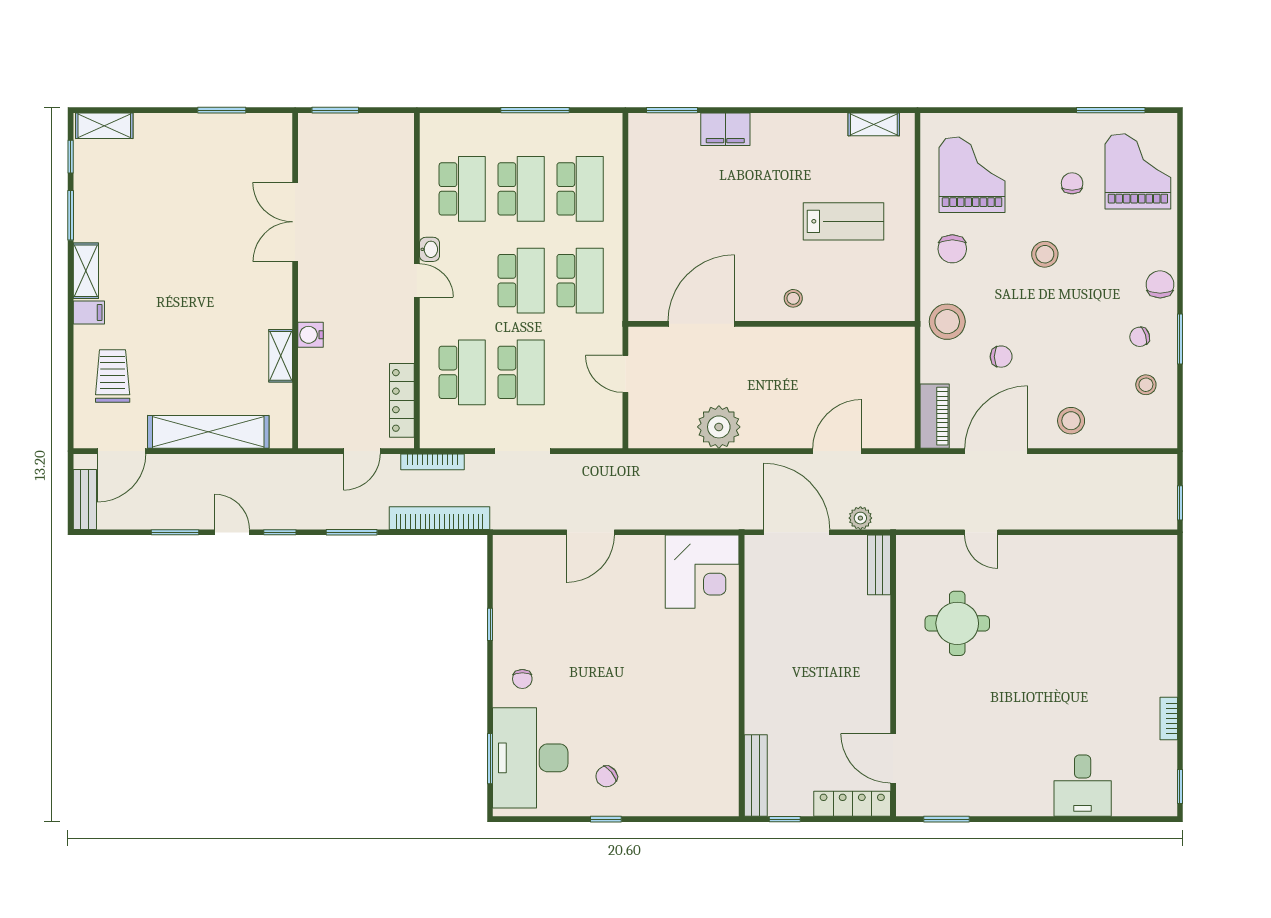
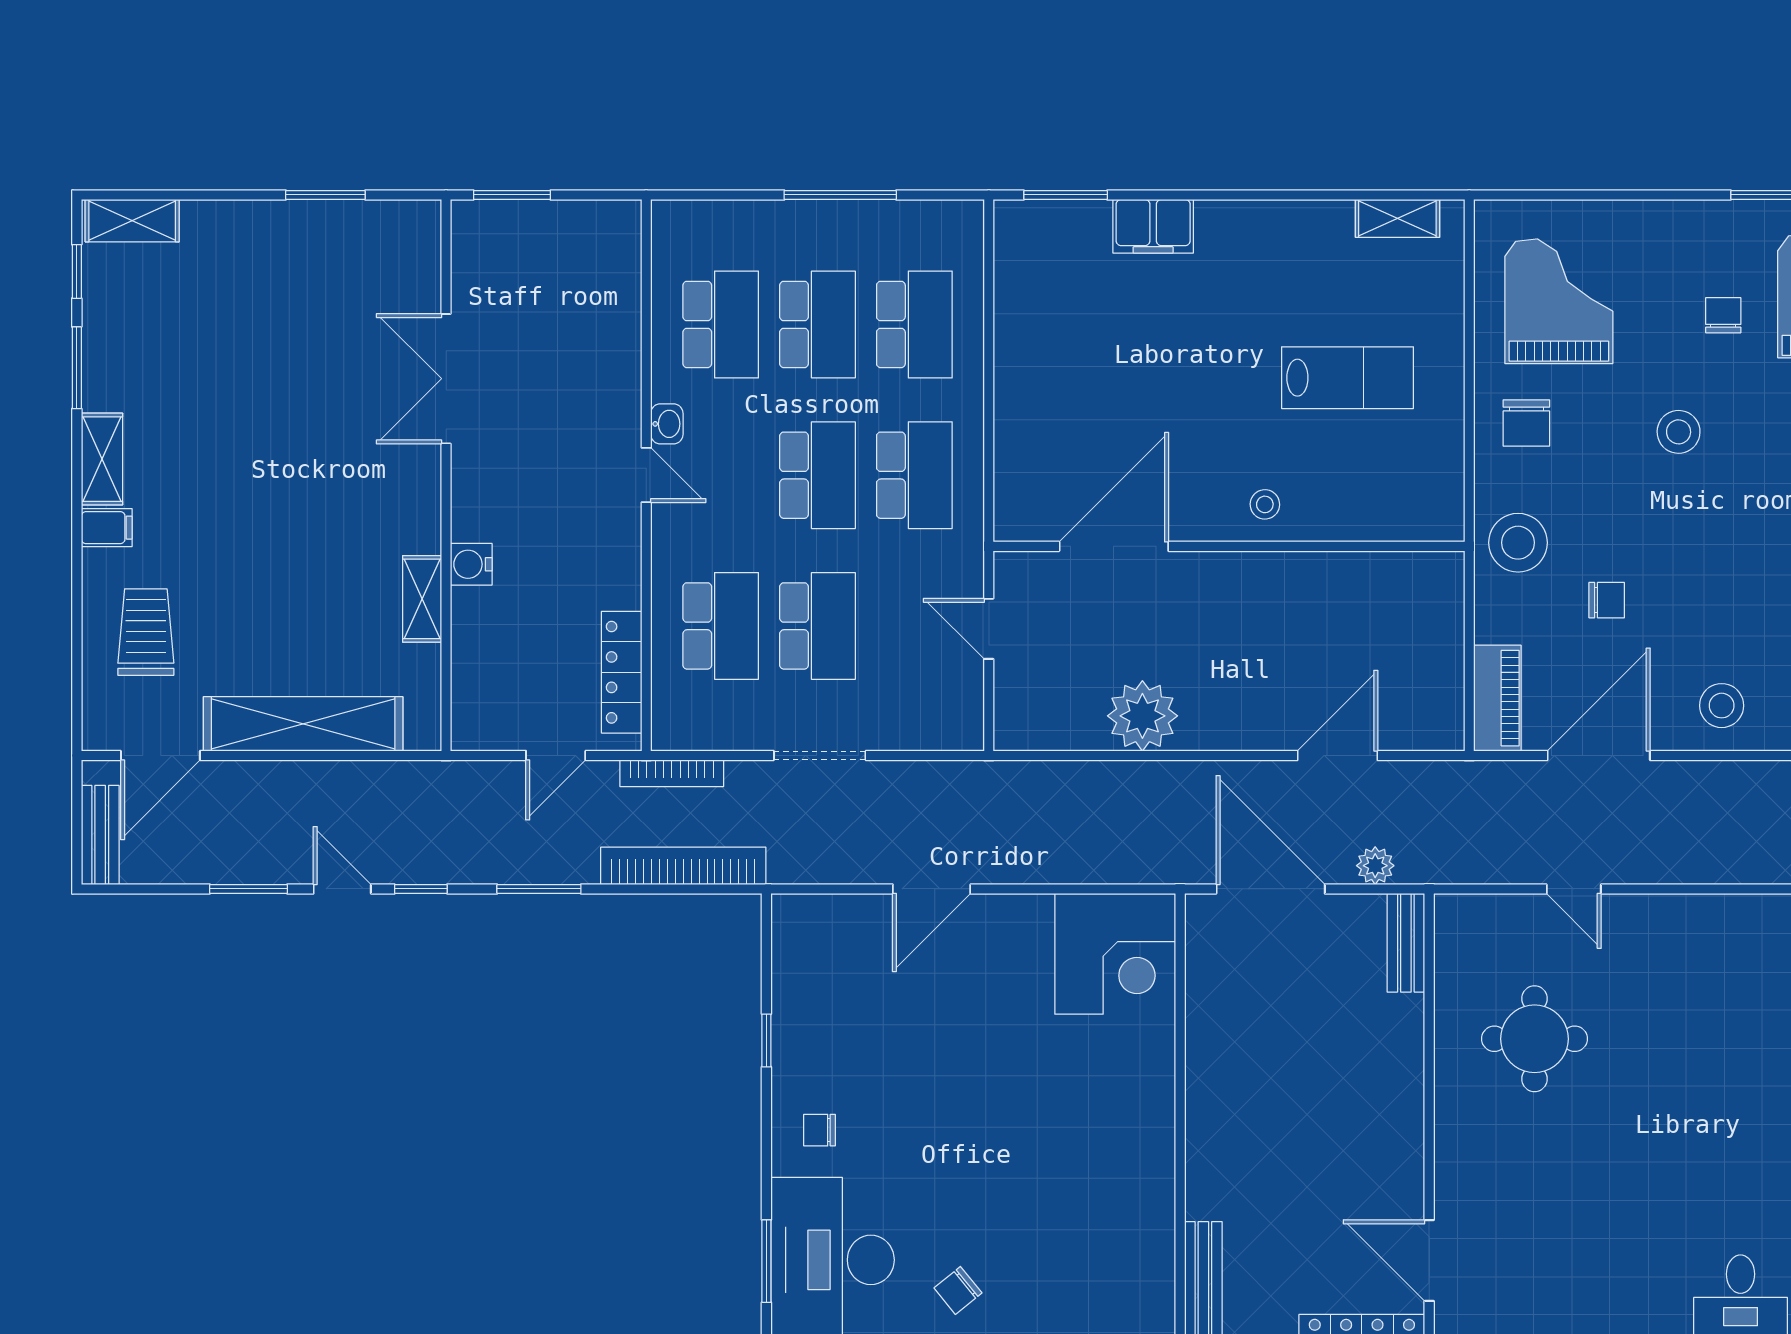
chair: (522, 679) -> (819, 1130), turned 90

